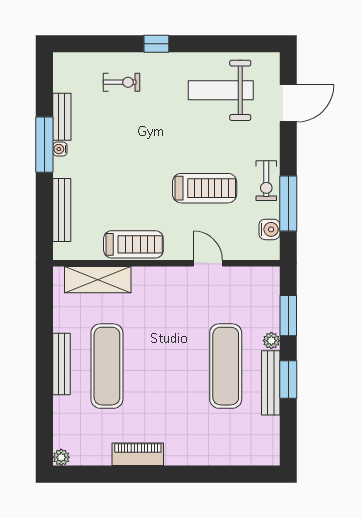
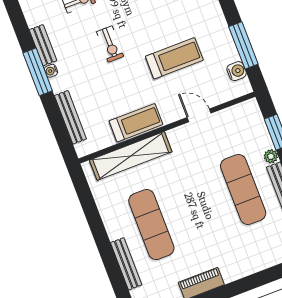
exercise bike: (266, 181) -> (110, 44), moved
shelving: (98, 280) -> (131, 156), width x1.47
bench: (61, 364) -> (126, 264), moved

